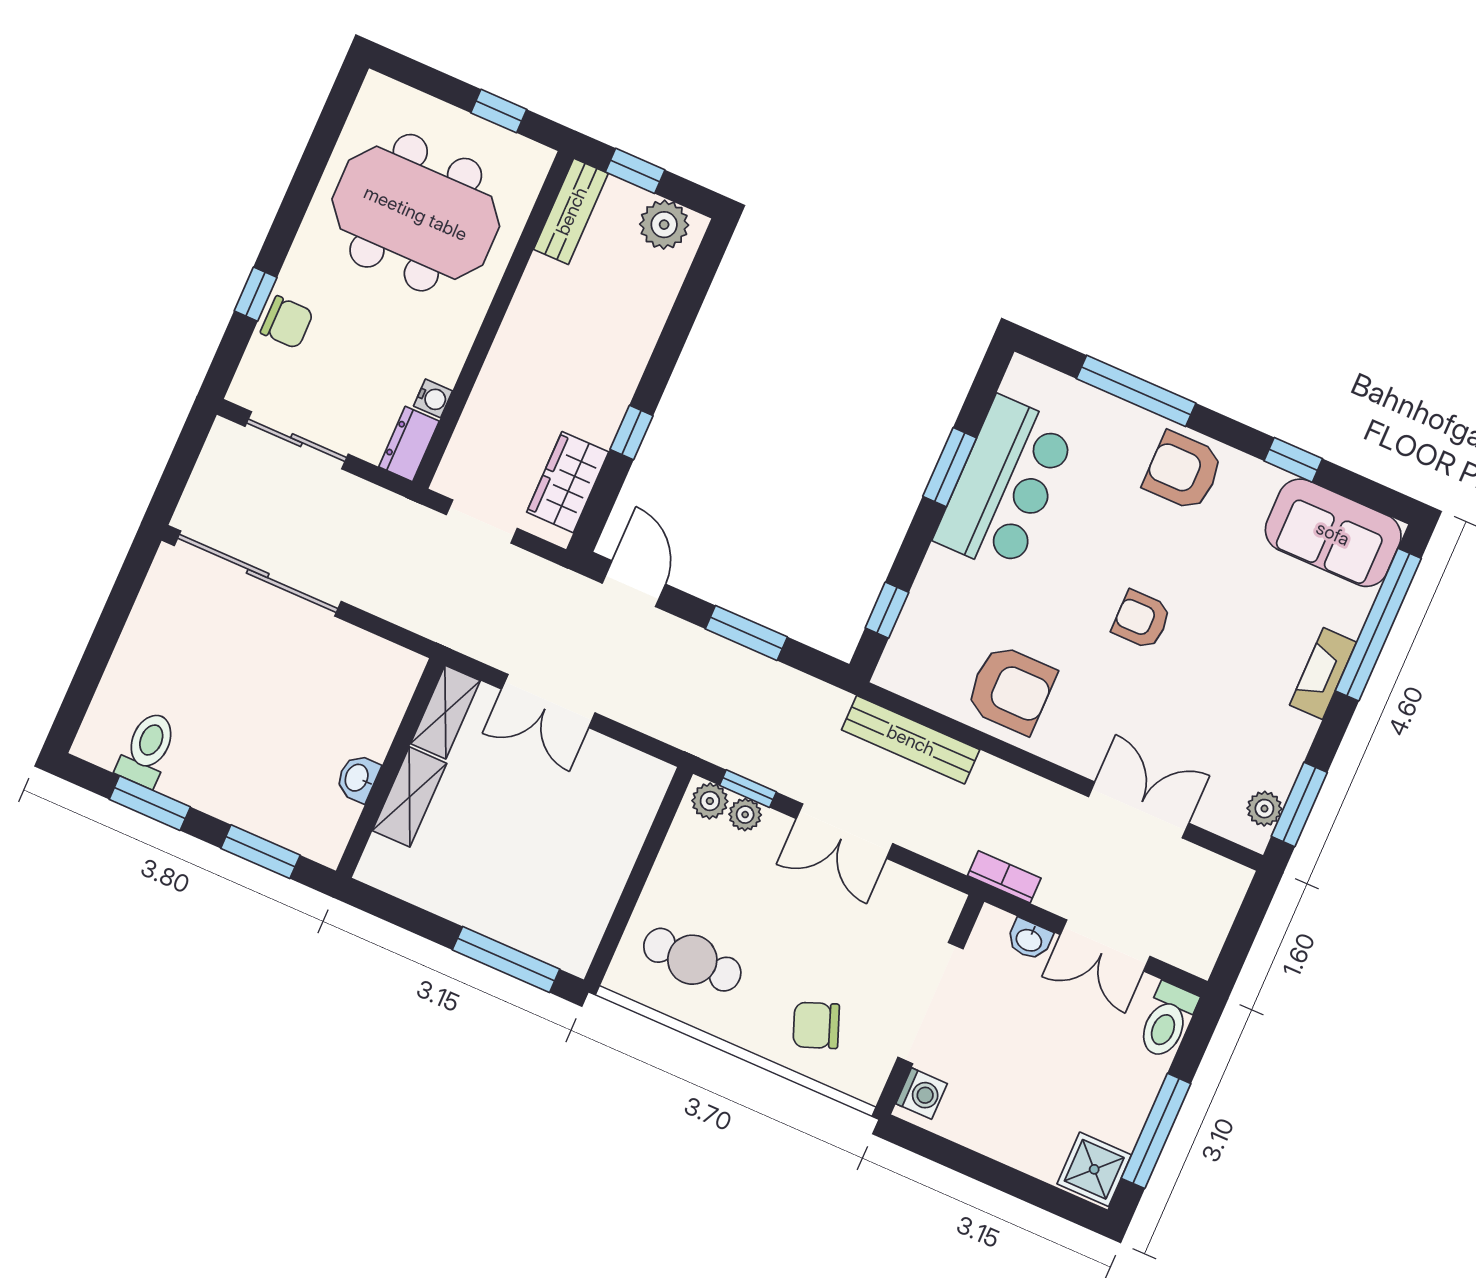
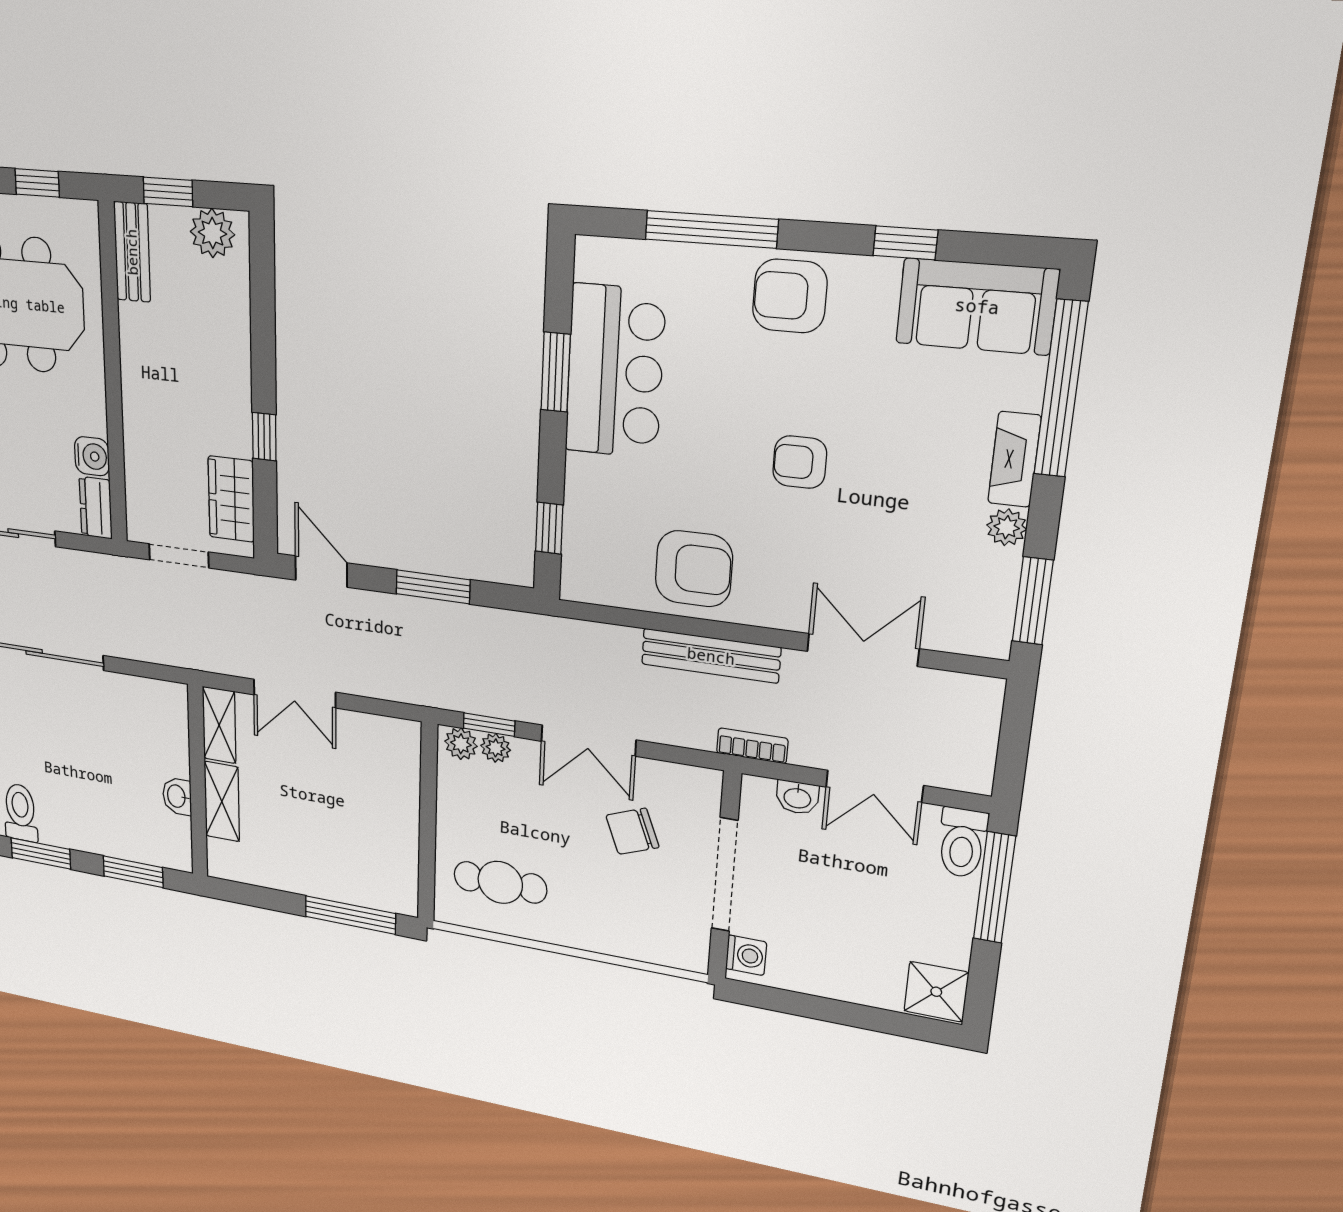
water cooler: (433, 398) -> (92, 456), width x1.38, depth x1.38
bench: (911, 740) -> (711, 656), moved
plant: (1264, 809) -> (1007, 527), moved
chair: (816, 1025) -> (632, 831), moved
window: (1156, 1131) -> (994, 888), moved

